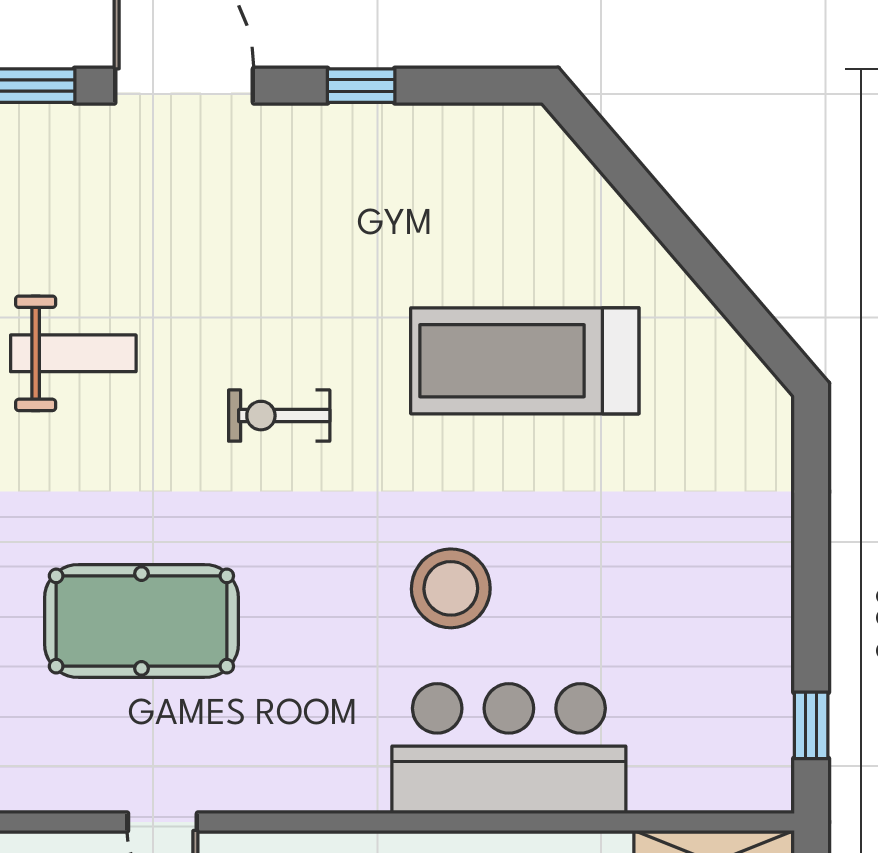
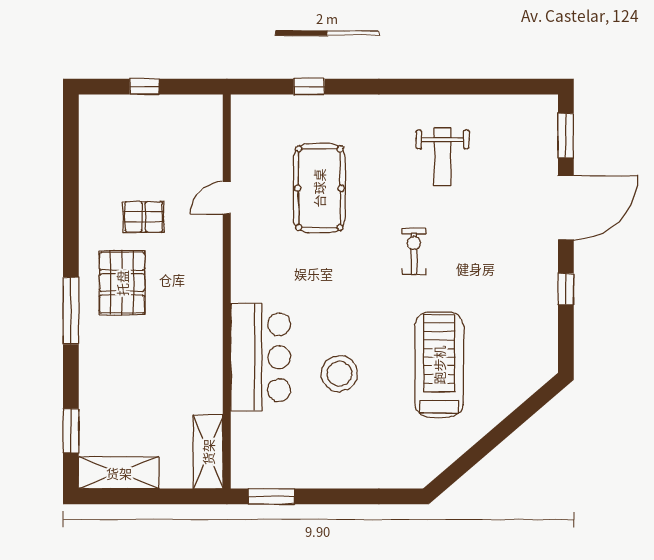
stool: (451, 588) -> (339, 374), moved
window: (811, 725) -> (271, 496), width x1.50

